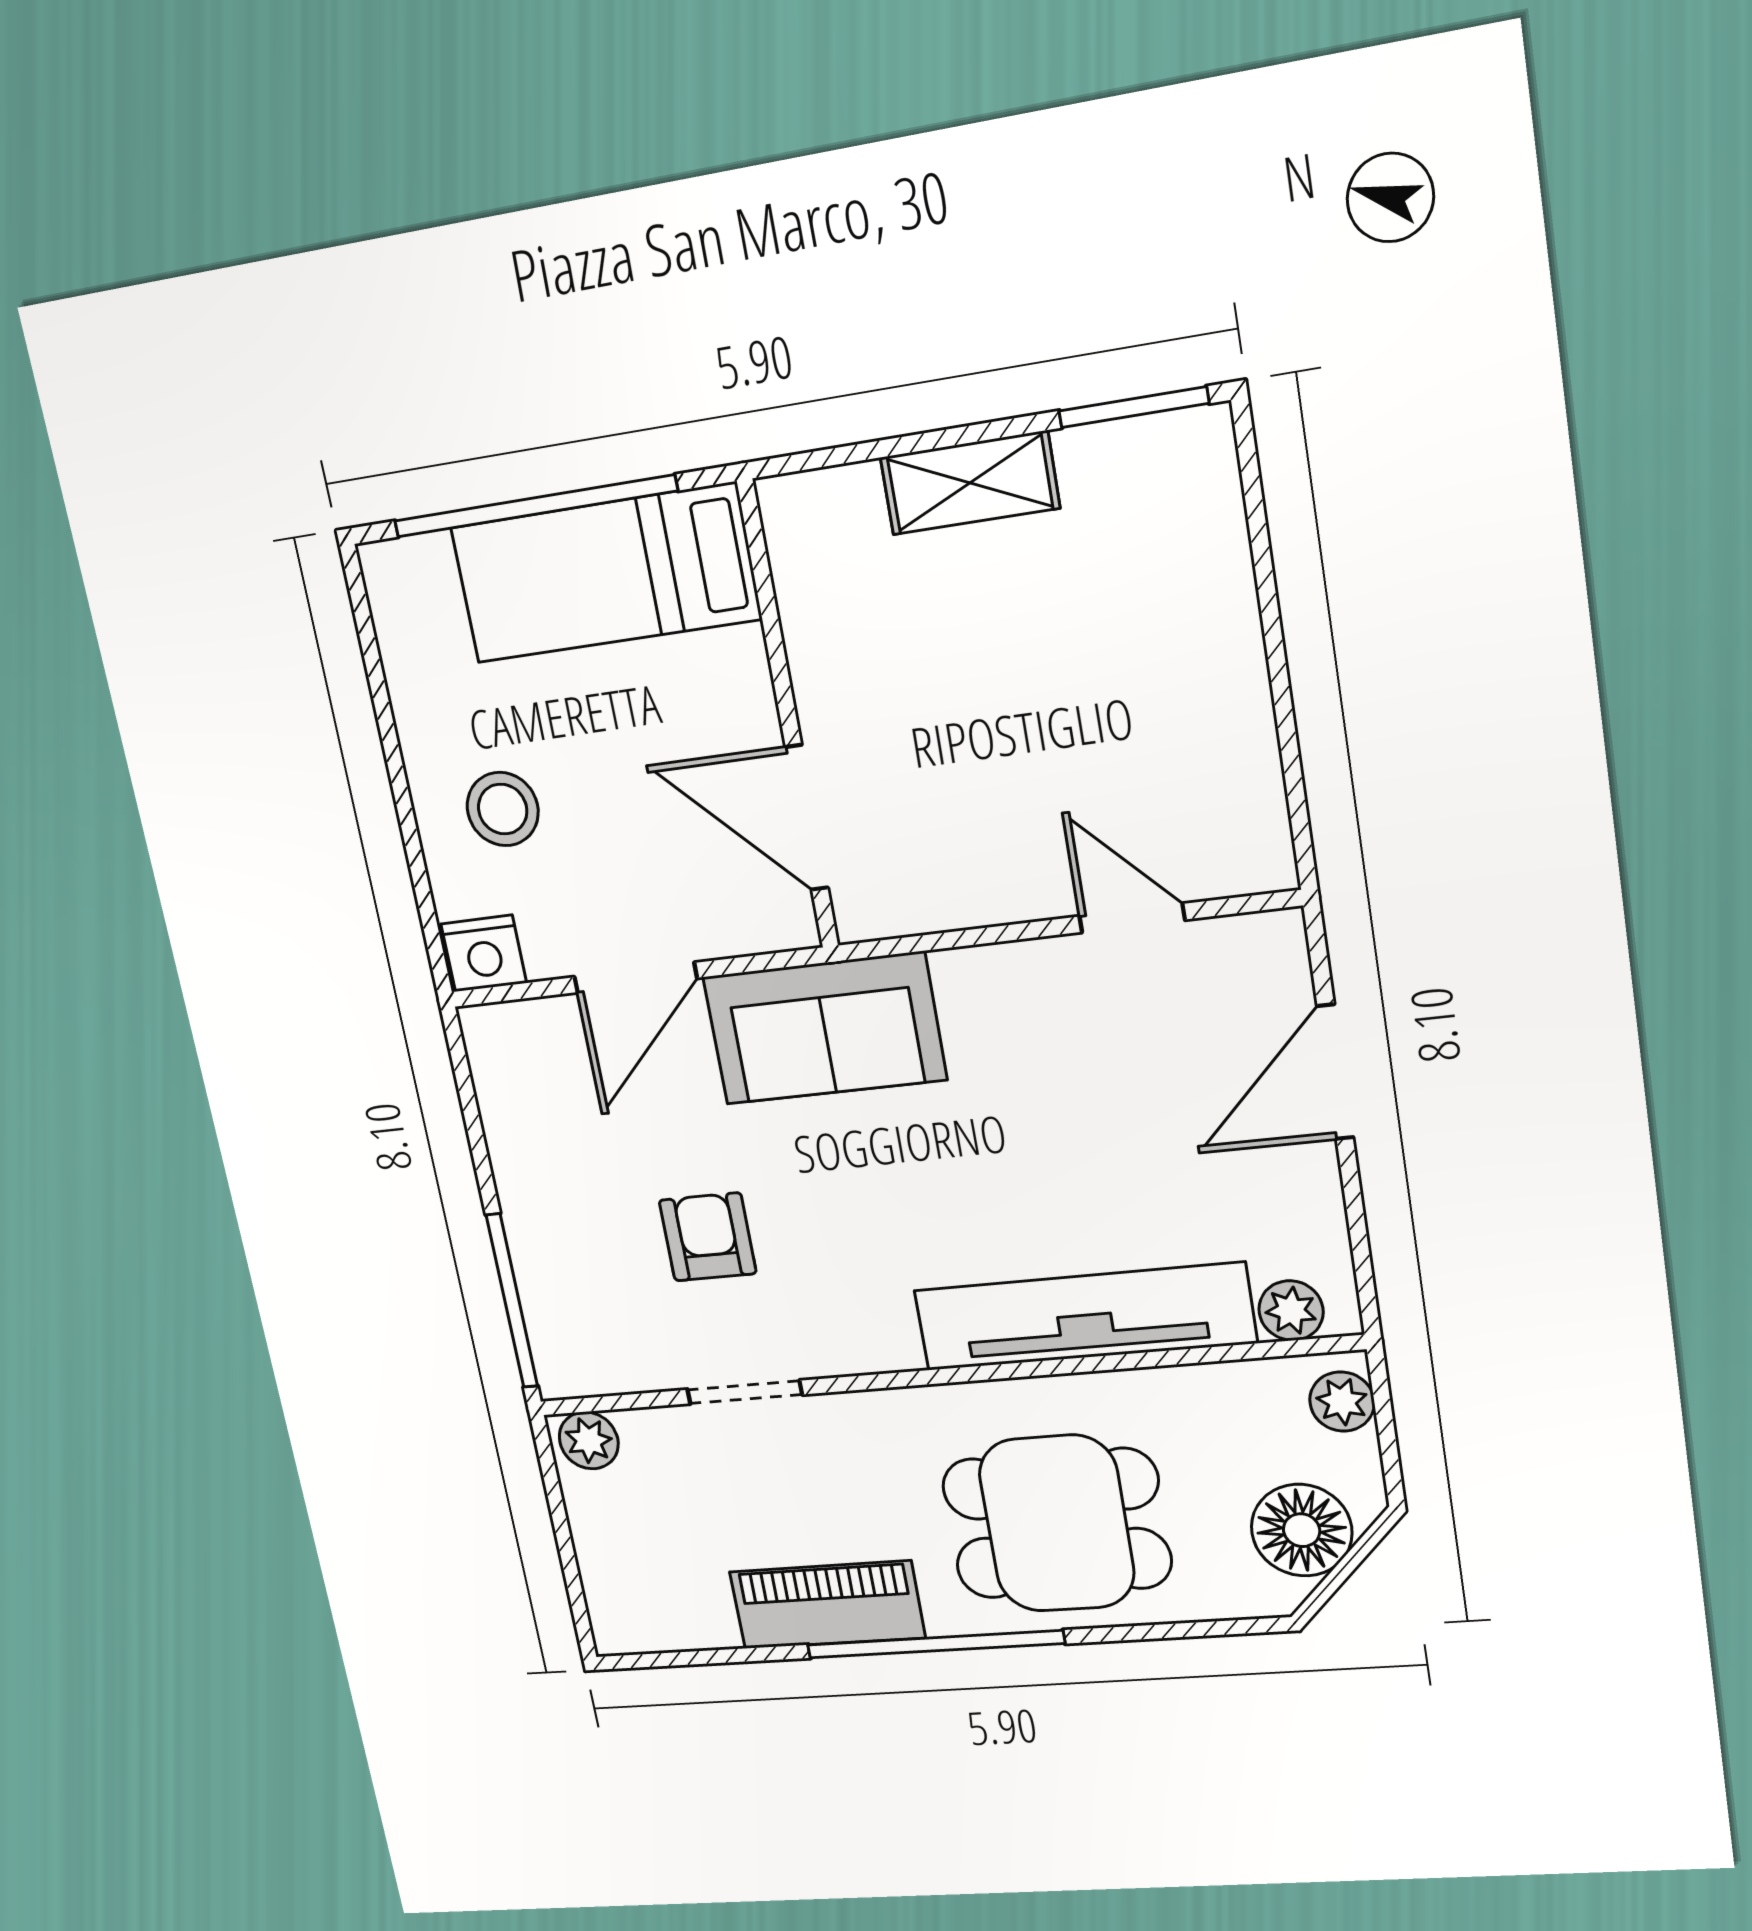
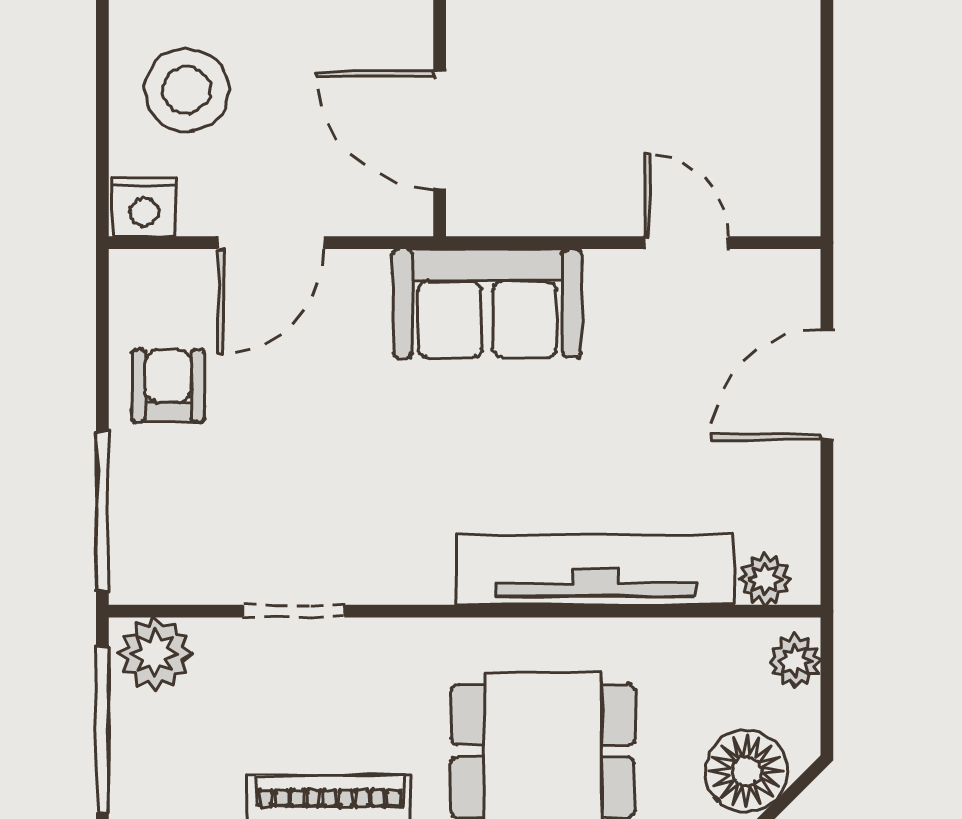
stool: (503, 809) -> (187, 90), width x1.38, depth x1.38
sofa: (825, 1028) -> (487, 303), moved
armchair: (708, 1237) -> (168, 386), moved
plant: (589, 1440) -> (155, 654), width x1.38, depth x1.38
window: (563, 1534) -> (102, 730), added

